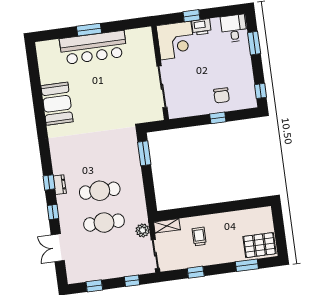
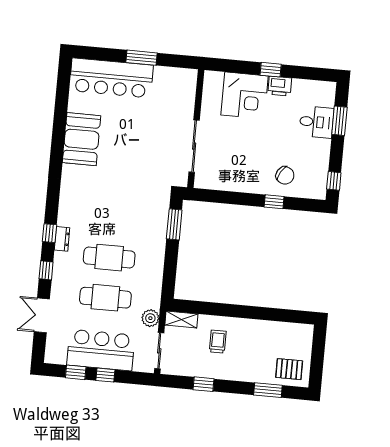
desk: (234, 28) -> (316, 122), moved, turned 90
bar counter: (93, 48) -> (111, 78), moved
wall: (160, 73) -> (196, 129), moved
sliding door: (162, 87) -> (194, 146), moved
chair: (222, 95) -> (285, 175), turned -59
pallet: (260, 245) -> (289, 369), width x0.67, depth x0.71
bar counter: (110, 264) -> (101, 350), added
window: (132, 281) -> (105, 375), moved

